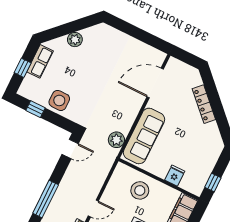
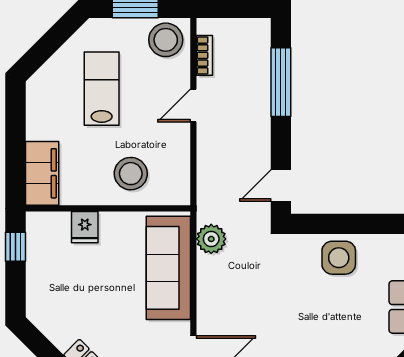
window: (35, 109) -> (371, 224), removed

